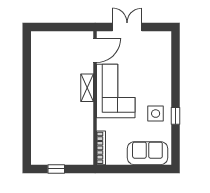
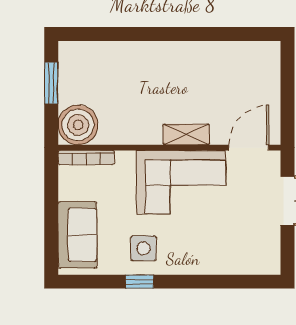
door: (95, 50) -> (249, 148), swing flipped
boiler: (81, 153) -> (78, 125), added
window: (56, 169) -> (51, 83), width x1.50

